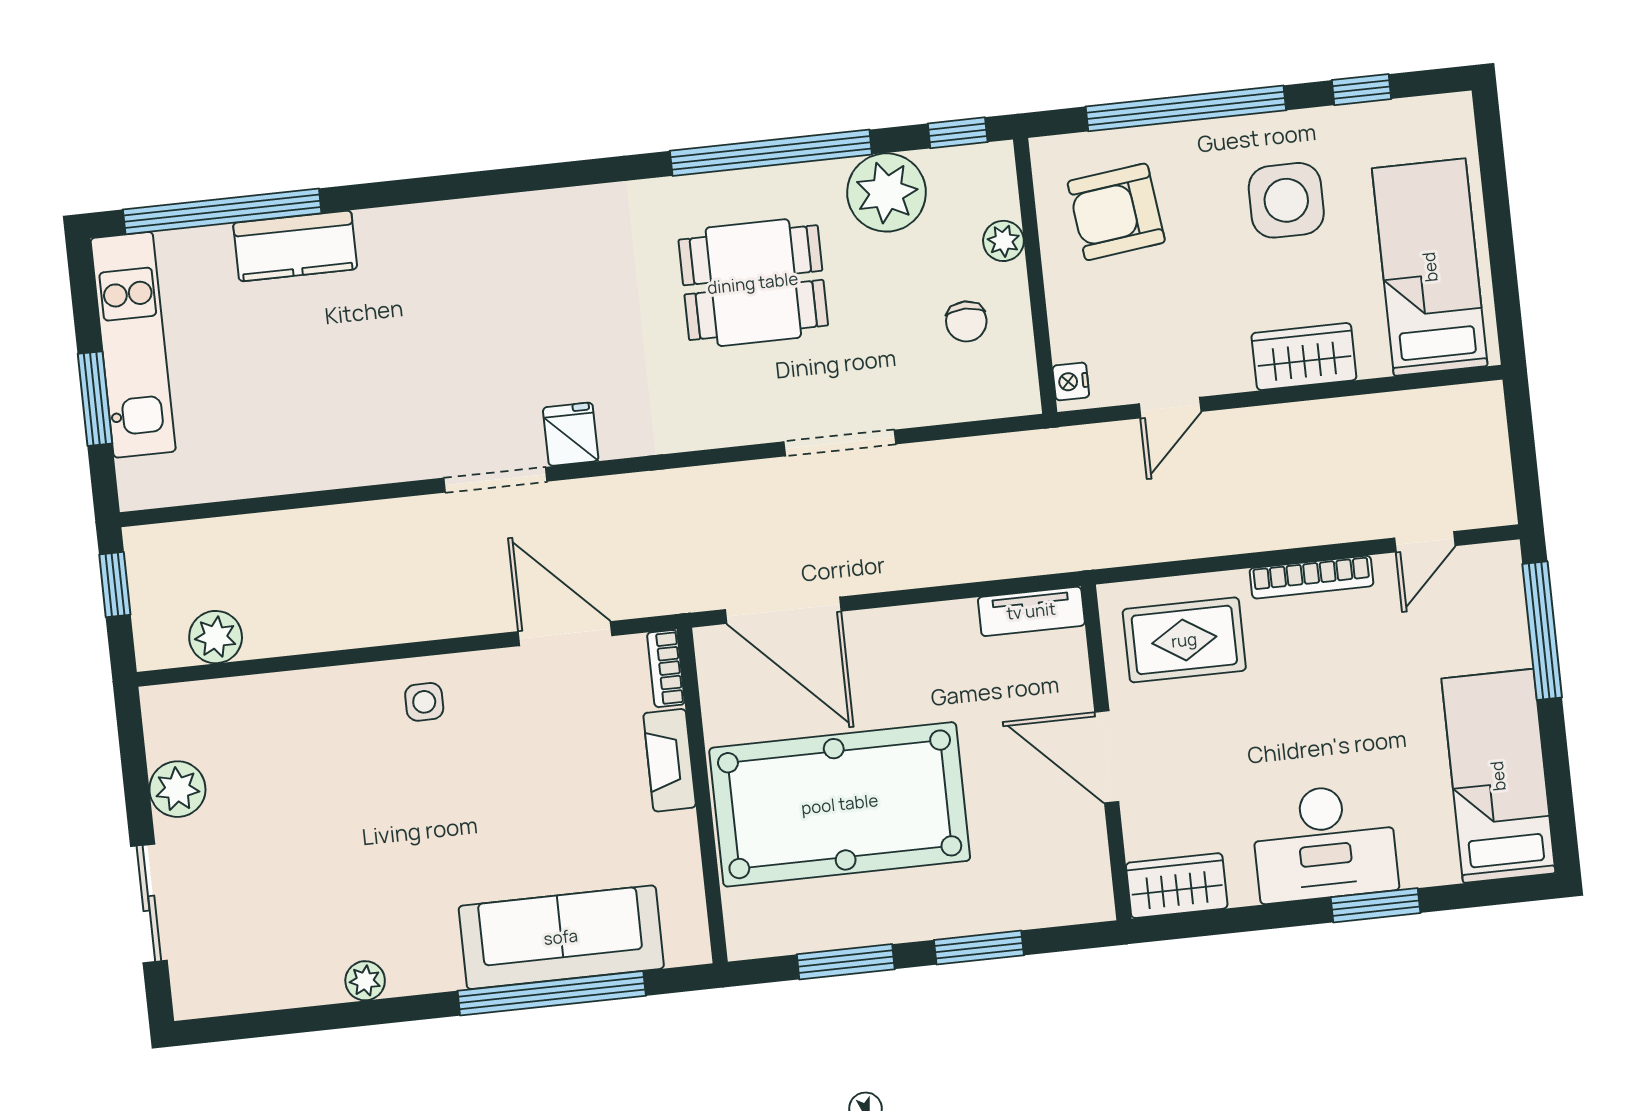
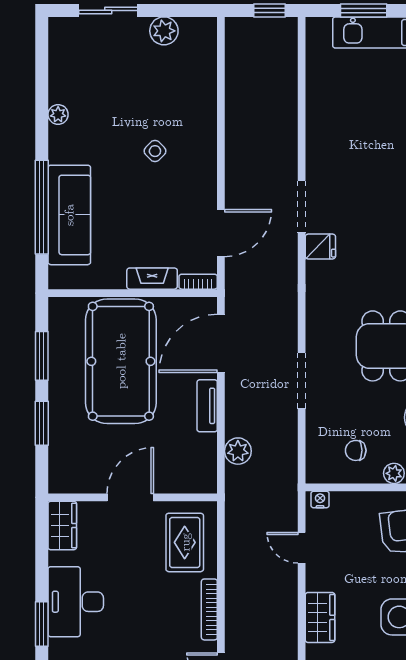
tv unit: (1031, 611) -> (207, 406), moved
plant: (216, 637) -> (238, 451), moved
side table: (424, 702) -> (155, 151), moved, turned 45

